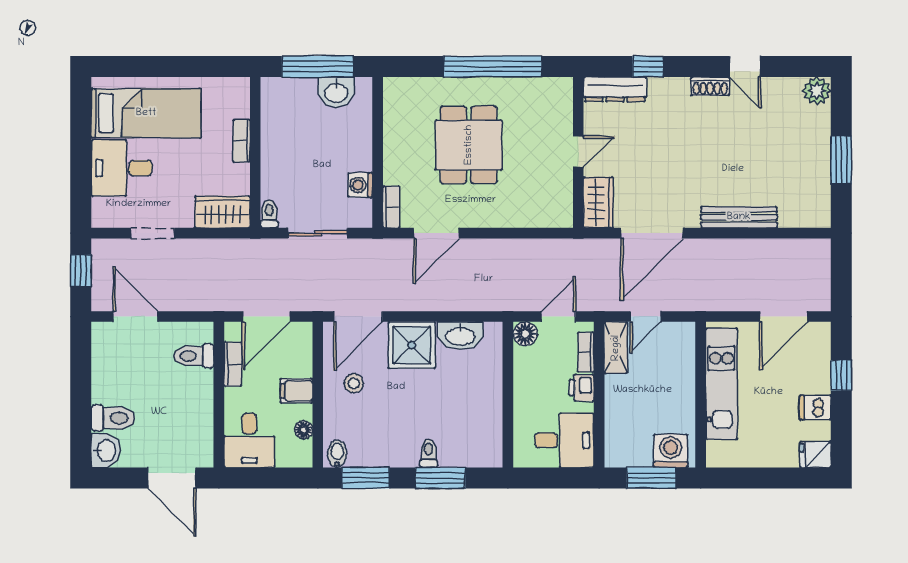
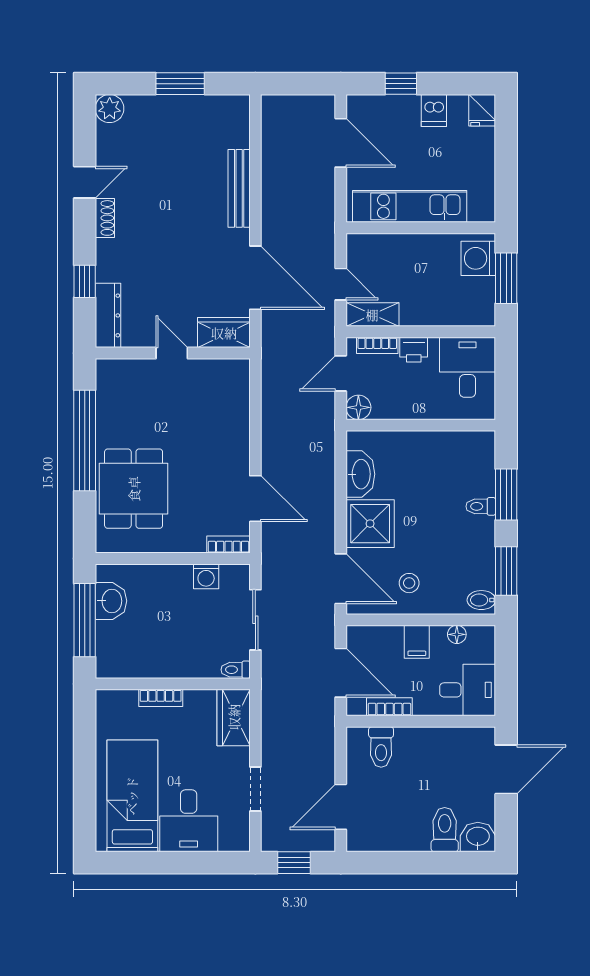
dining table: (469, 145) -> (134, 489), moved, turned 90
door: (558, 317) -> (341, 373), hinge flipped

